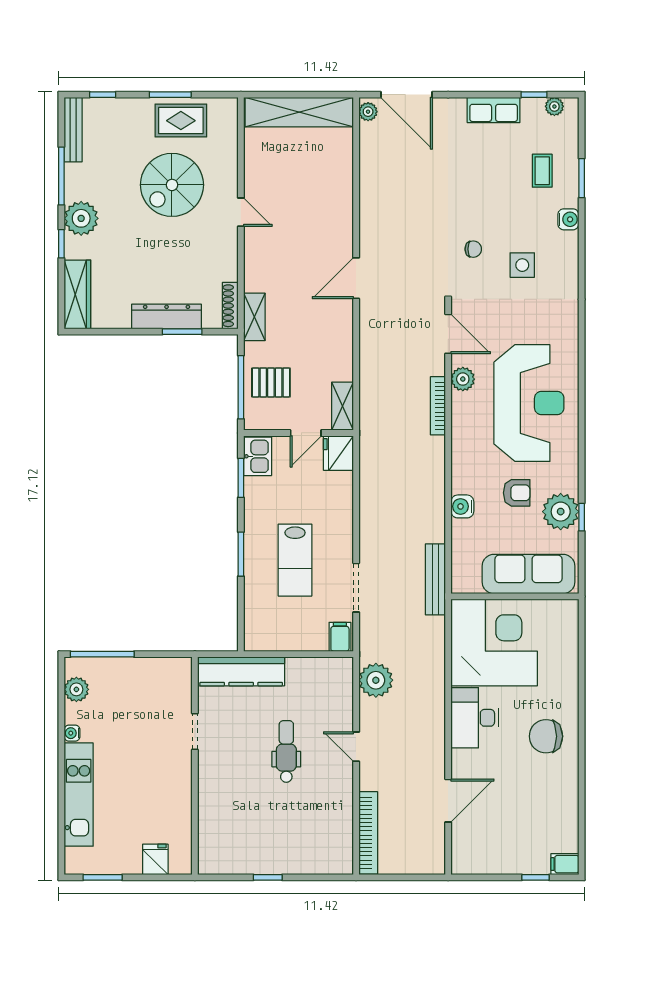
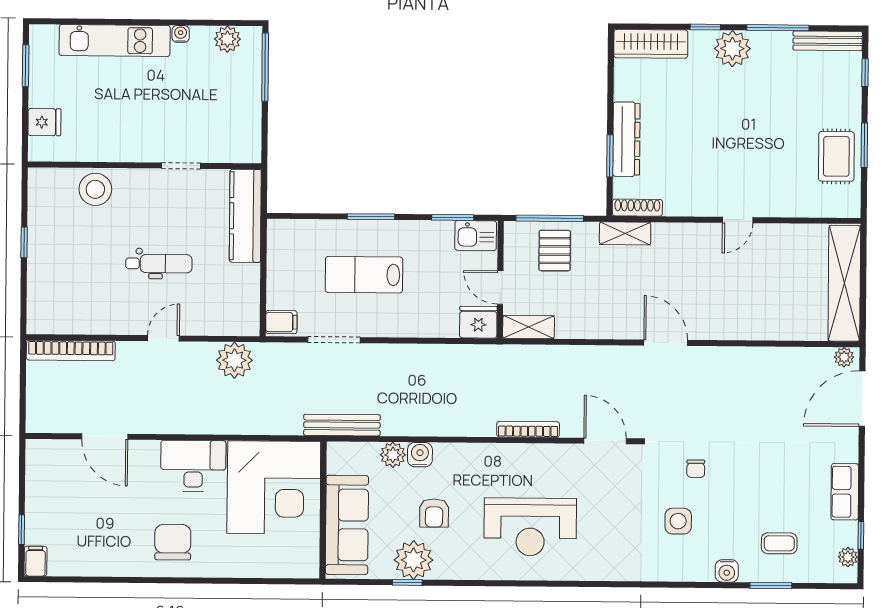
spiral stairs: (172, 185) -> (767, 146), removed
door: (448, 334) -> (605, 441), swing flipped
plant: (463, 379) -> (393, 455), moved
reception desk: (529, 403) -> (530, 527), width x0.74, depth x0.77
stool: (218, 811) -> (95, 189), added

